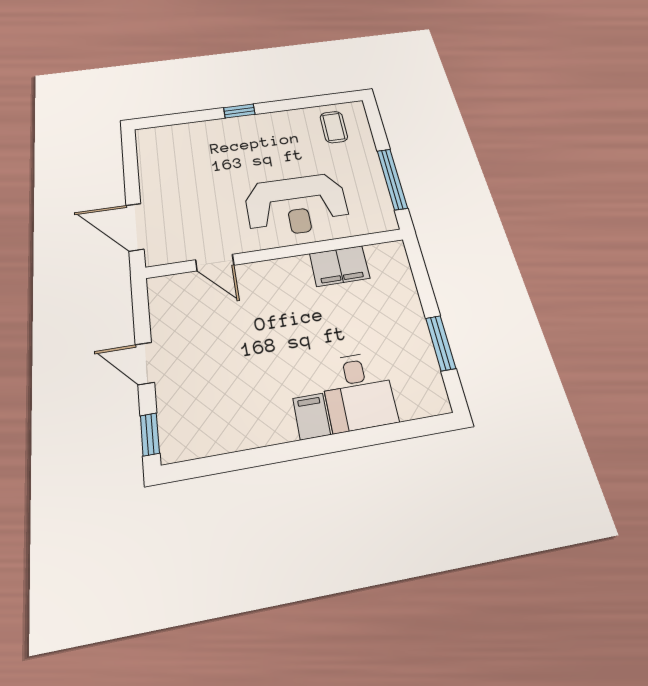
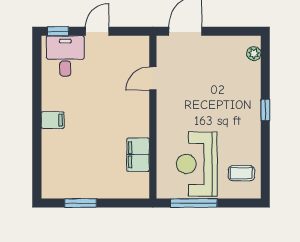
plant: (161, 135) -> (254, 54), added
reception desk: (297, 205) -> (197, 164), moved
desk: (358, 391) -> (65, 56), moved, turned 90

